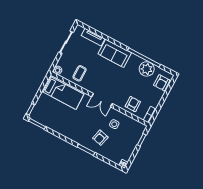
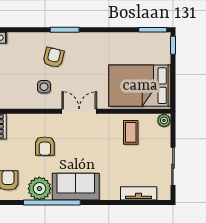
sofa: (115, 53) -> (76, 187), moved
bed: (63, 93) -> (140, 86), width x1.50
armchair: (133, 104) -> (45, 146), moved

